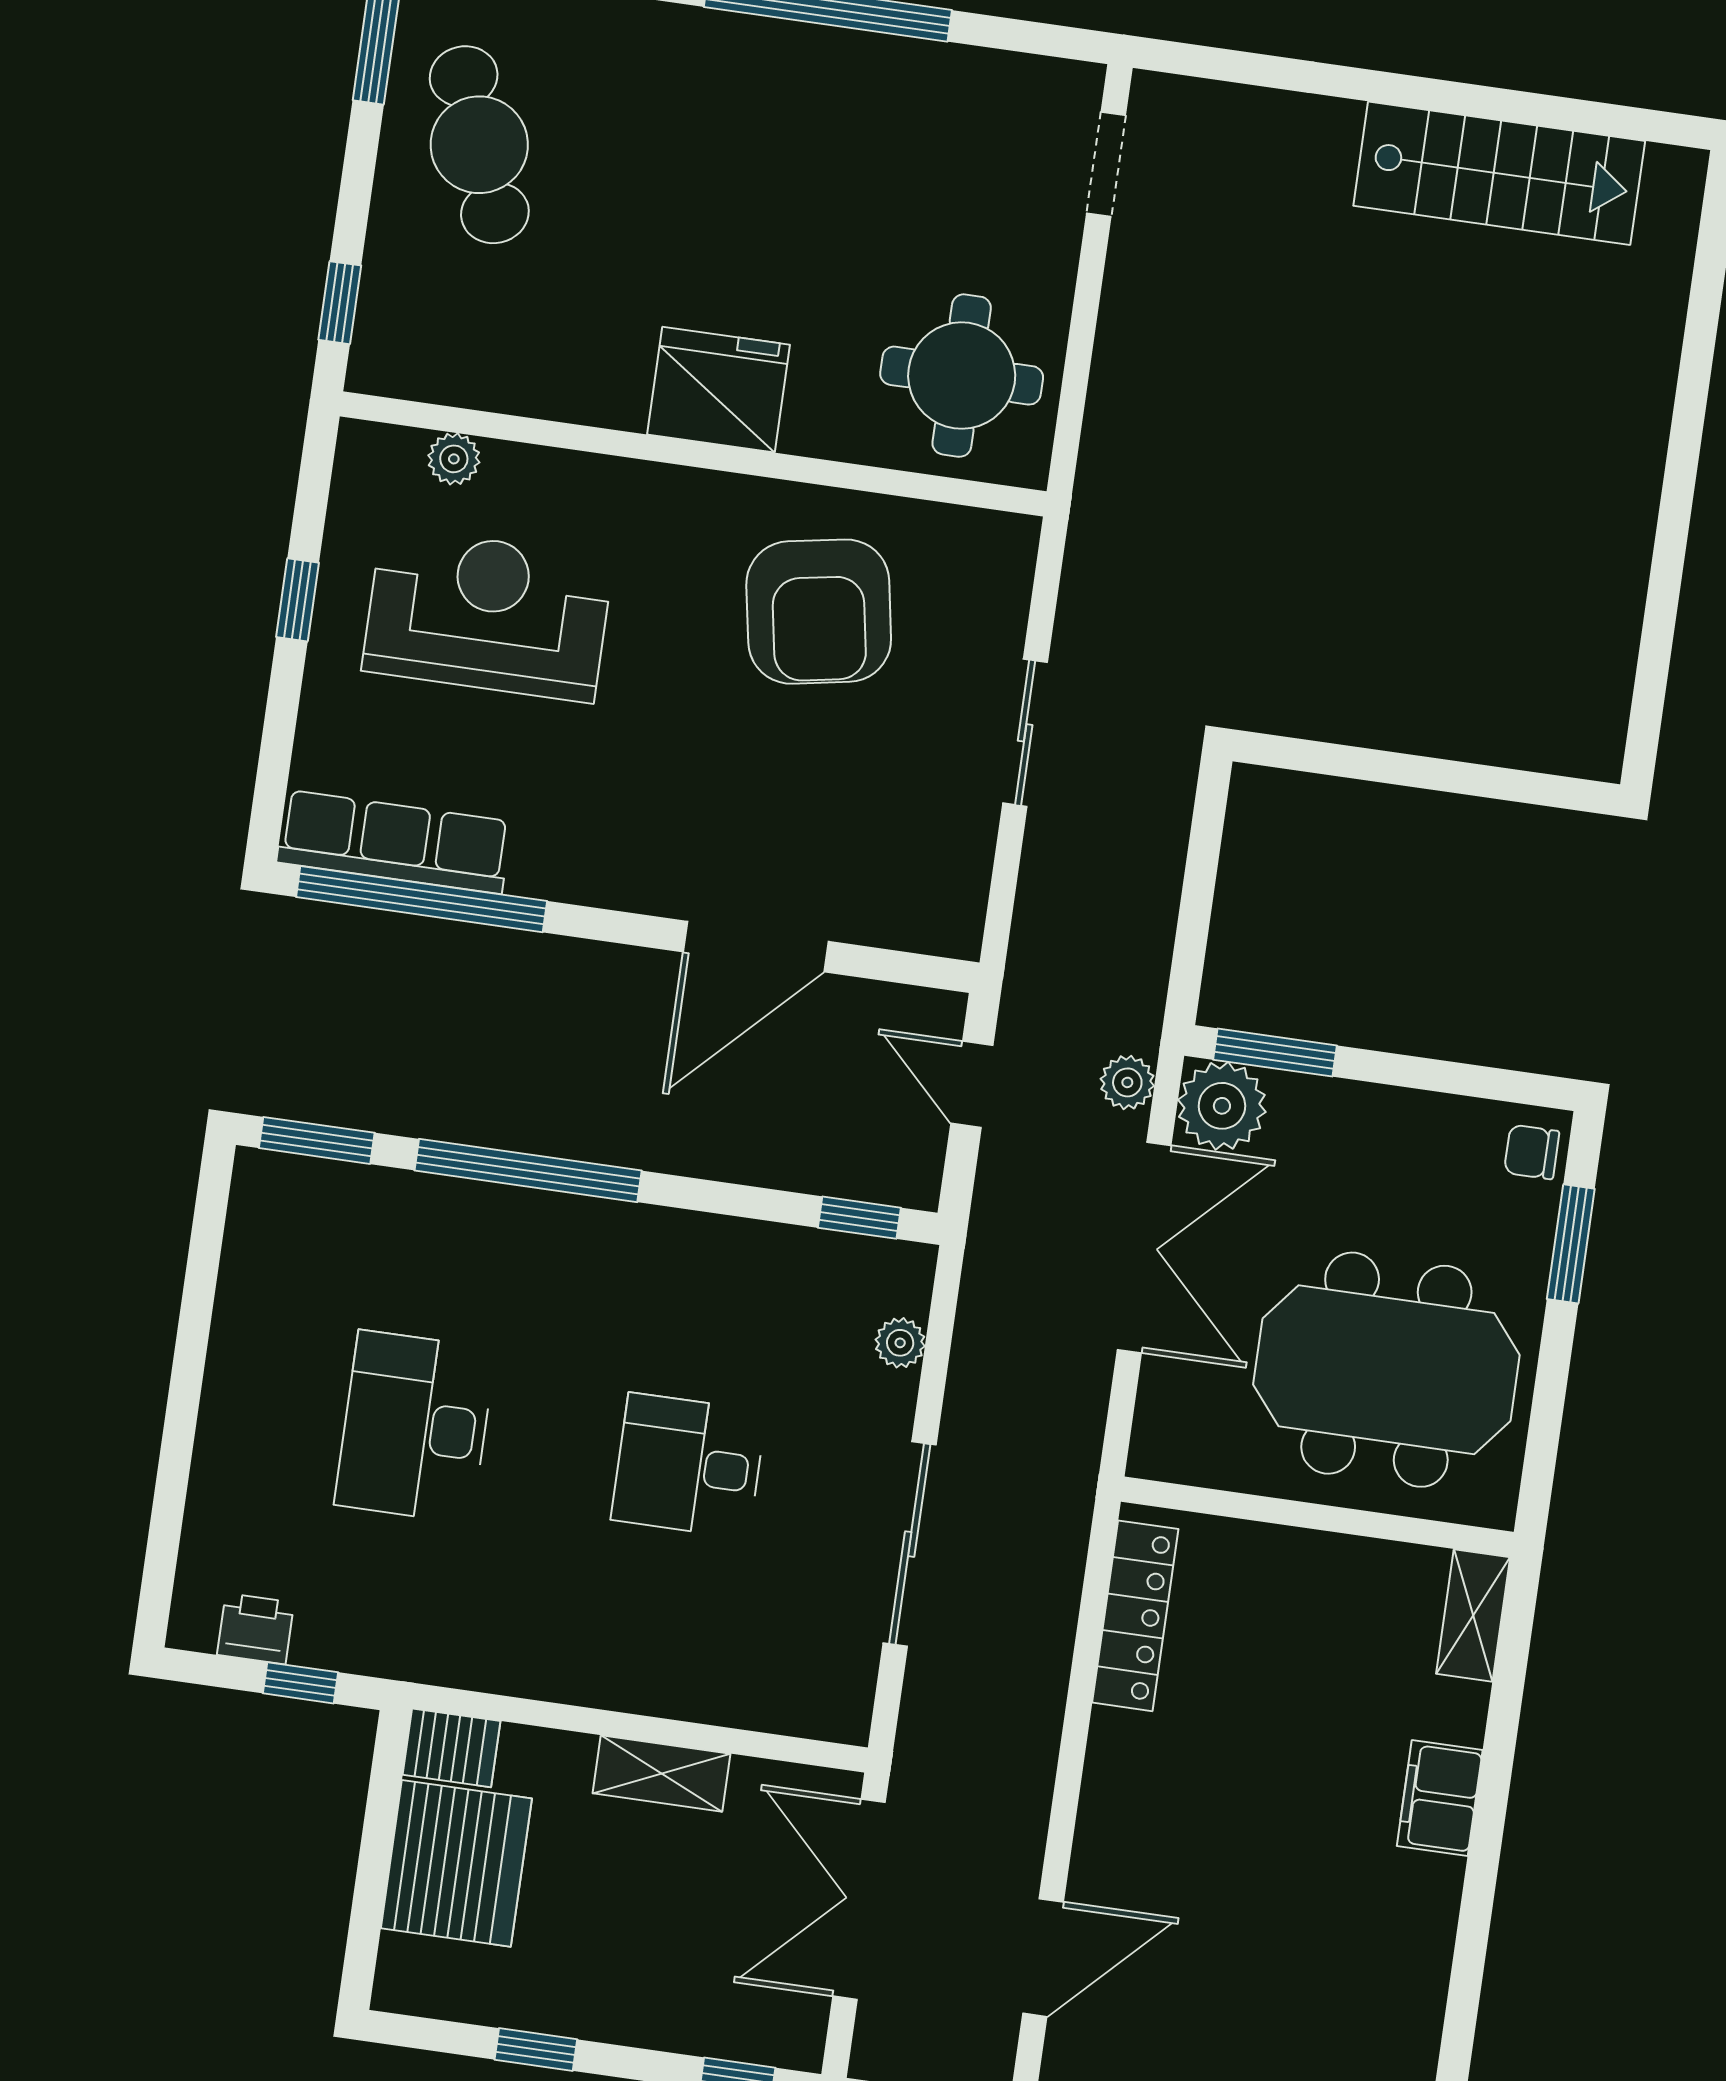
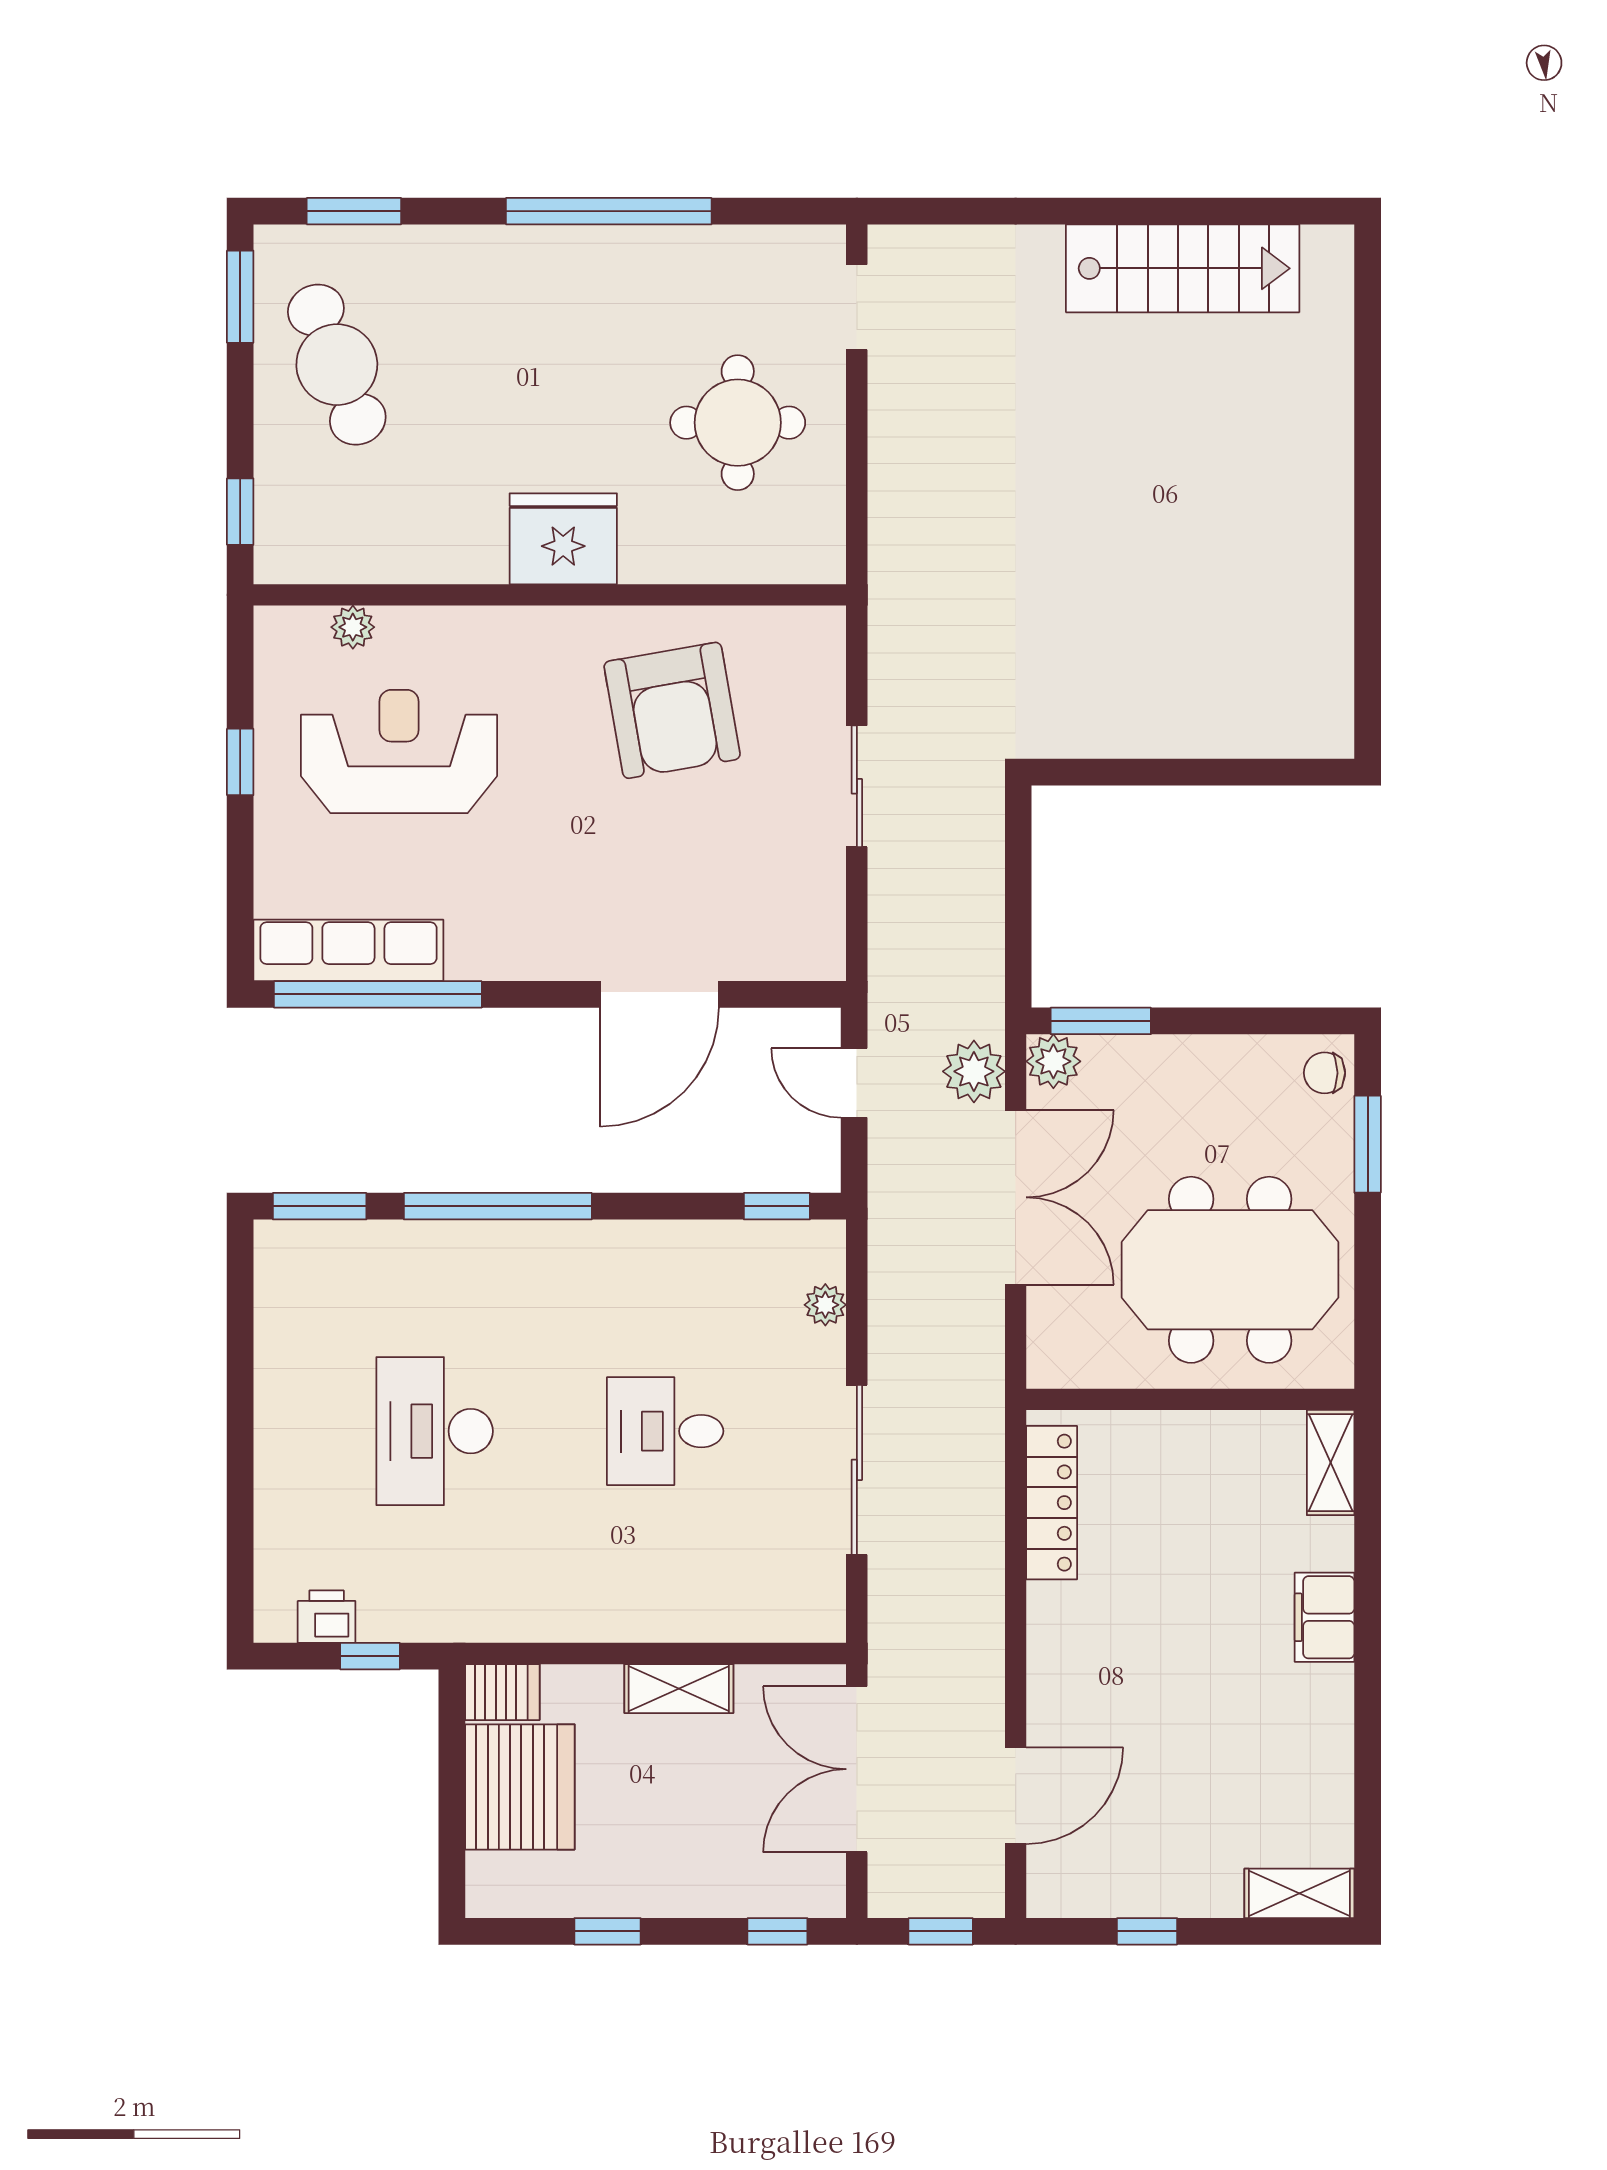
round table: (962, 376) -> (738, 423), moved
plant: (1127, 1082) -> (974, 1071), width x1.38, depth x1.38
plant: (1222, 1106) -> (1053, 1061), width x0.73, depth x0.73

